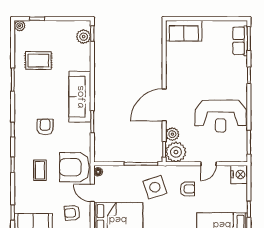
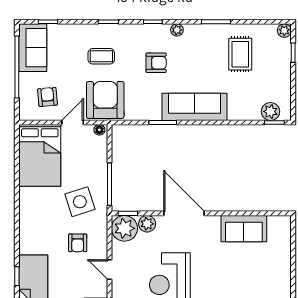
sofa: (184, 31) -> (244, 229), moved, turned -90
plant: (19, 111) -> (177, 30), added

